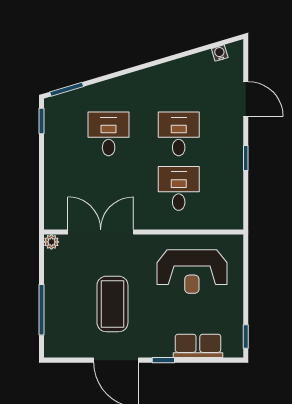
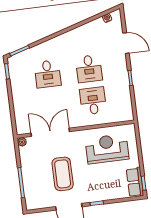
desk: (109, 134) -> (48, 74), turned 180
desk: (179, 134) -> (89, 69), turned 180
reception desk: (192, 271) -> (107, 149), turned 180
row of seats: (198, 346) -> (135, 182), moved, turned -90

